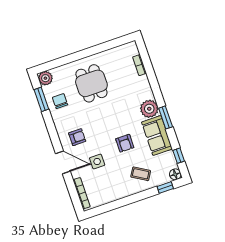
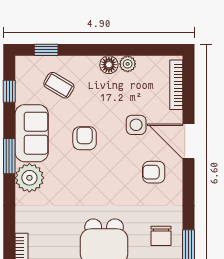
coffee table: (141, 174) -> (59, 85), moved
floor lamp: (175, 174) -> (109, 65), moved
plant: (114, 196) -> (128, 64), added

